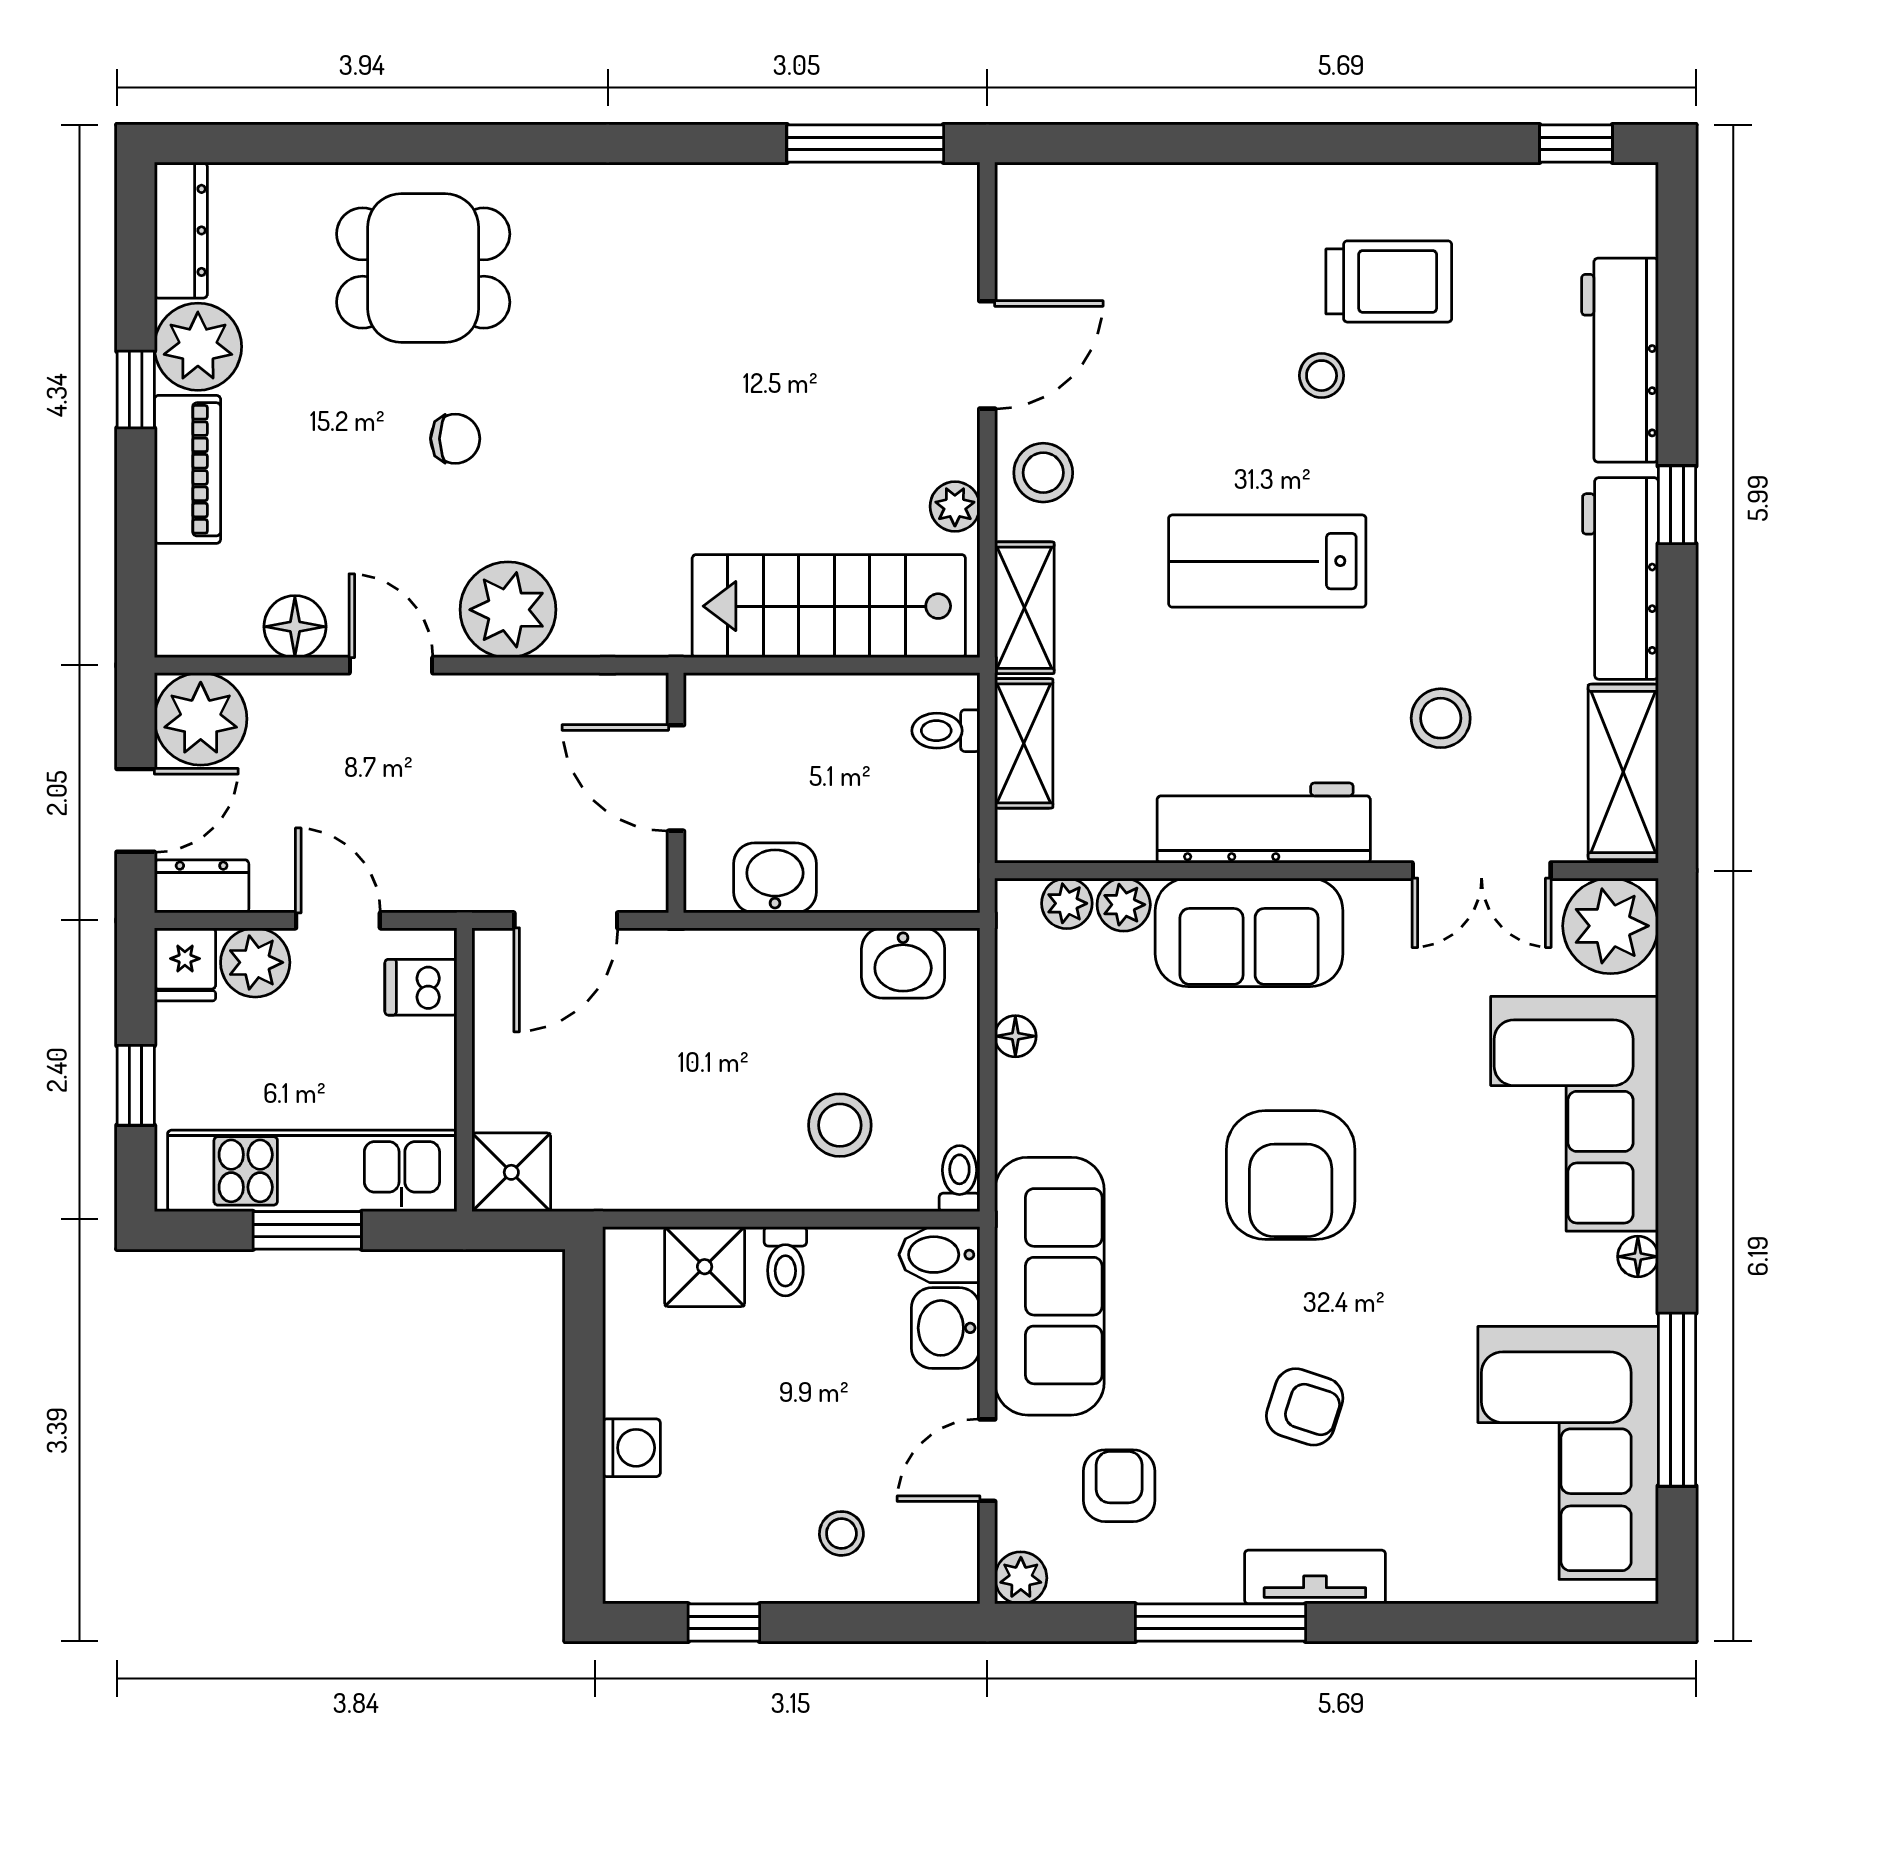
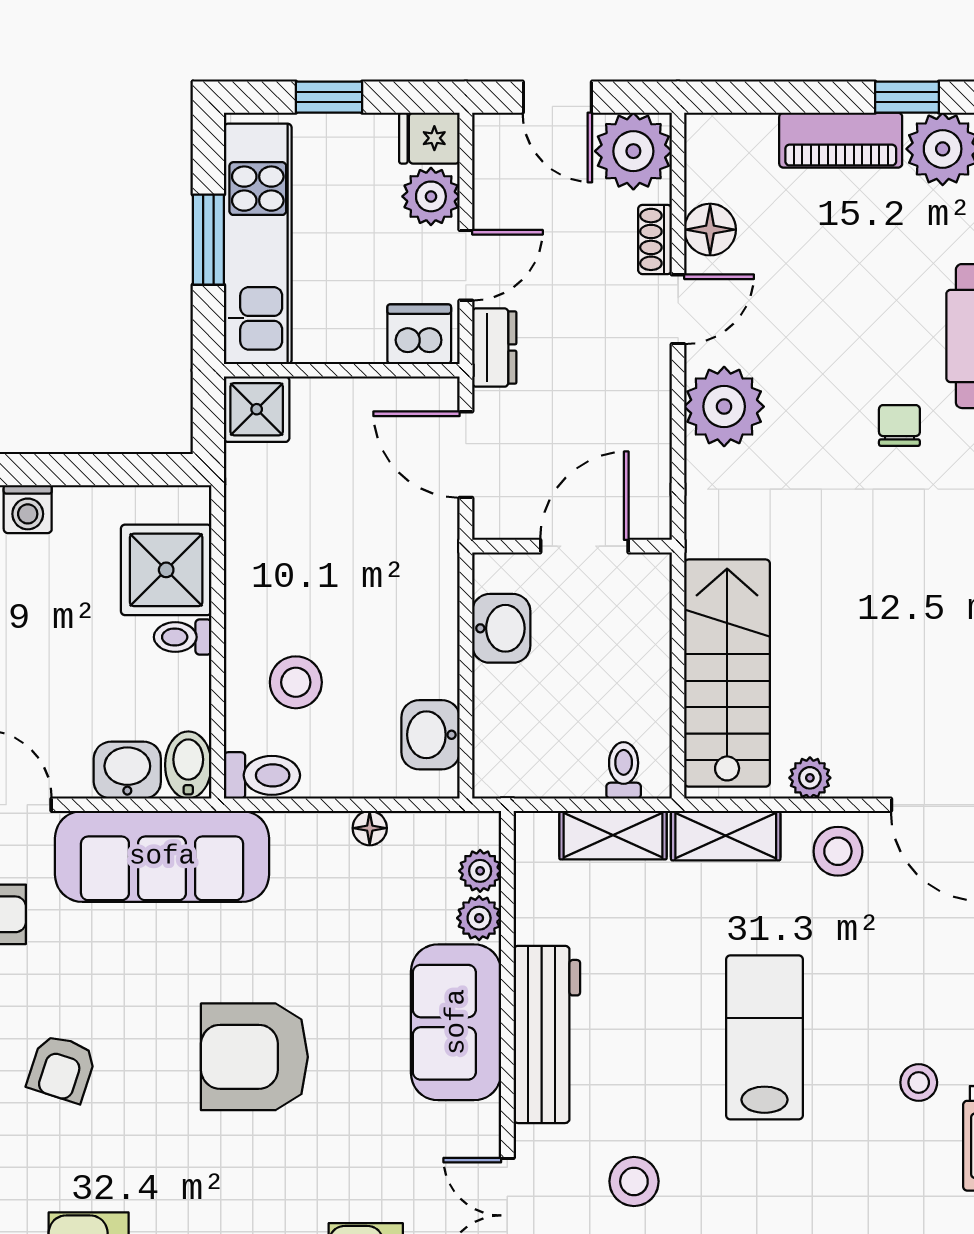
chair: (455, 439) -> (899, 425), moved, turned 180
shoe rack: (307, 693) -> (655, 239), added
dresser: (202, 886) -> (494, 348), moved
dishwasher: (421, 987) -> (419, 334), width x1.38
toilet: (959, 1179) -> (262, 775), width x1.37, depth x1.39
shower: (705, 1267) -> (166, 570), width x1.36, depth x1.36

